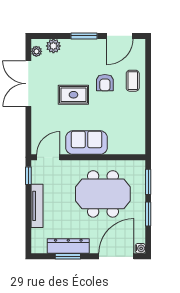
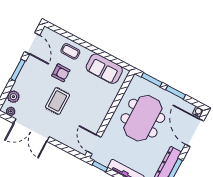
sofa: (86, 143) -> (104, 69), moved, turned -90

